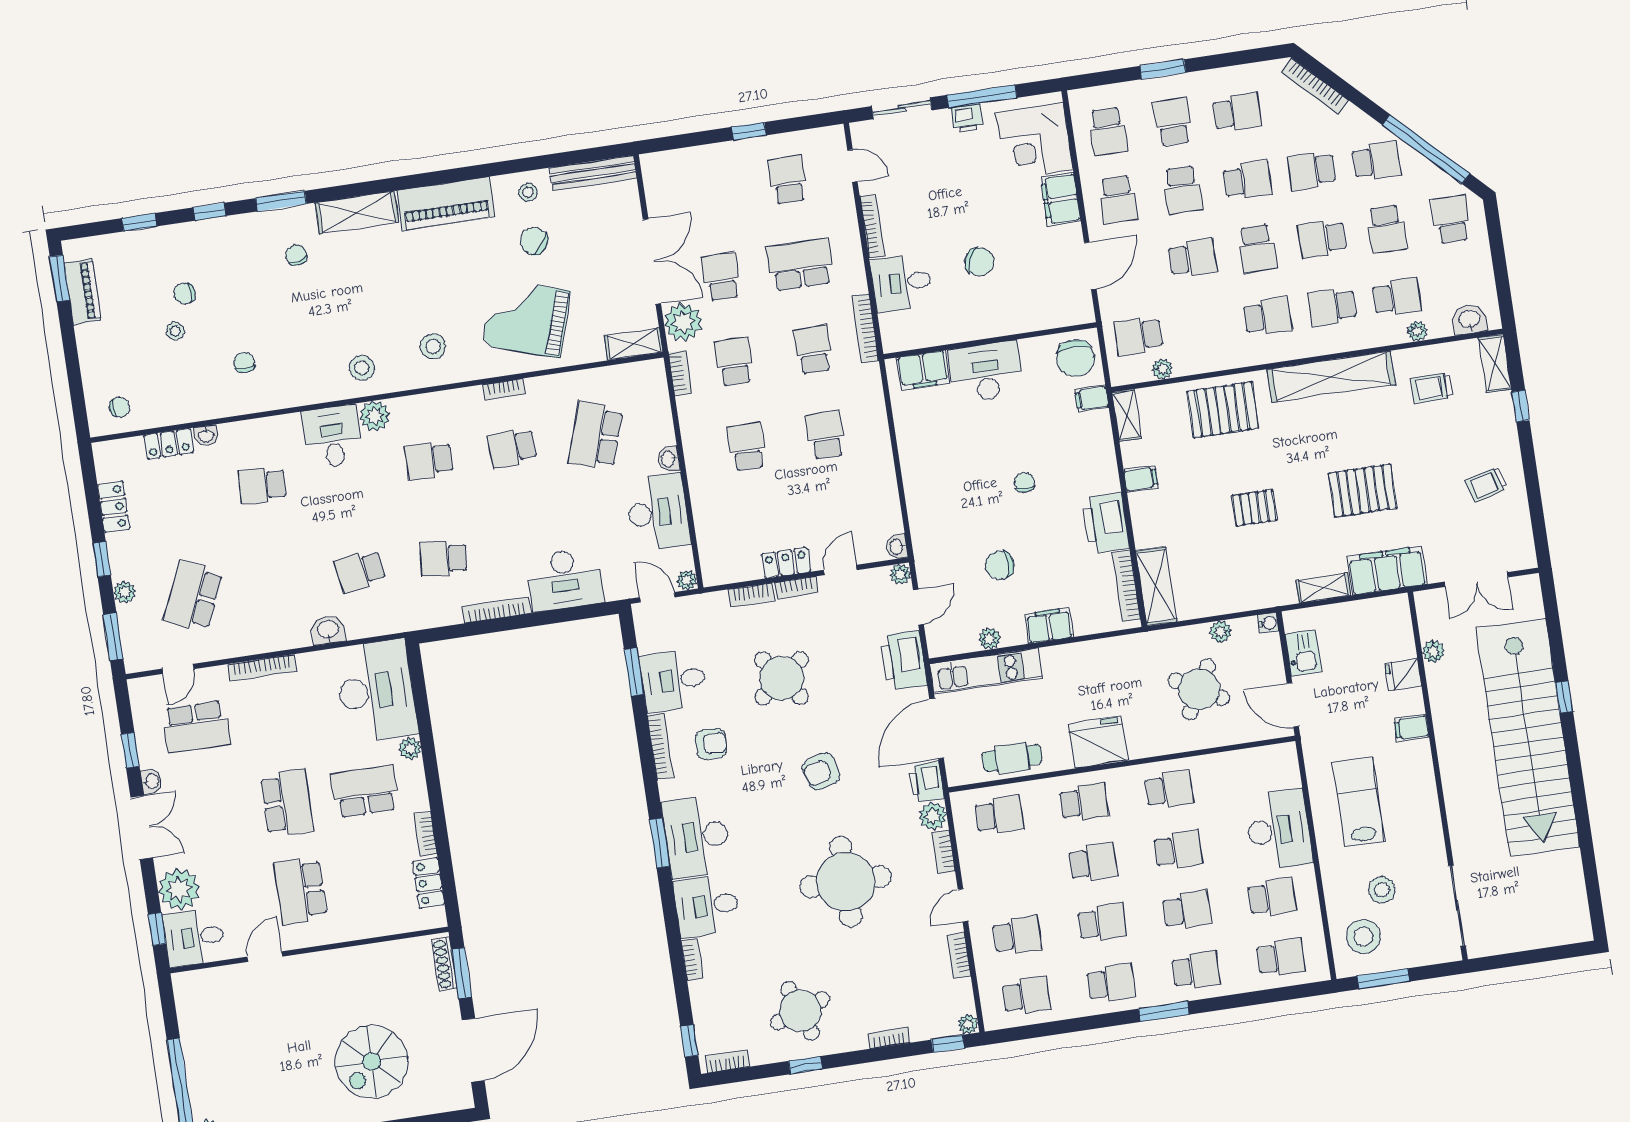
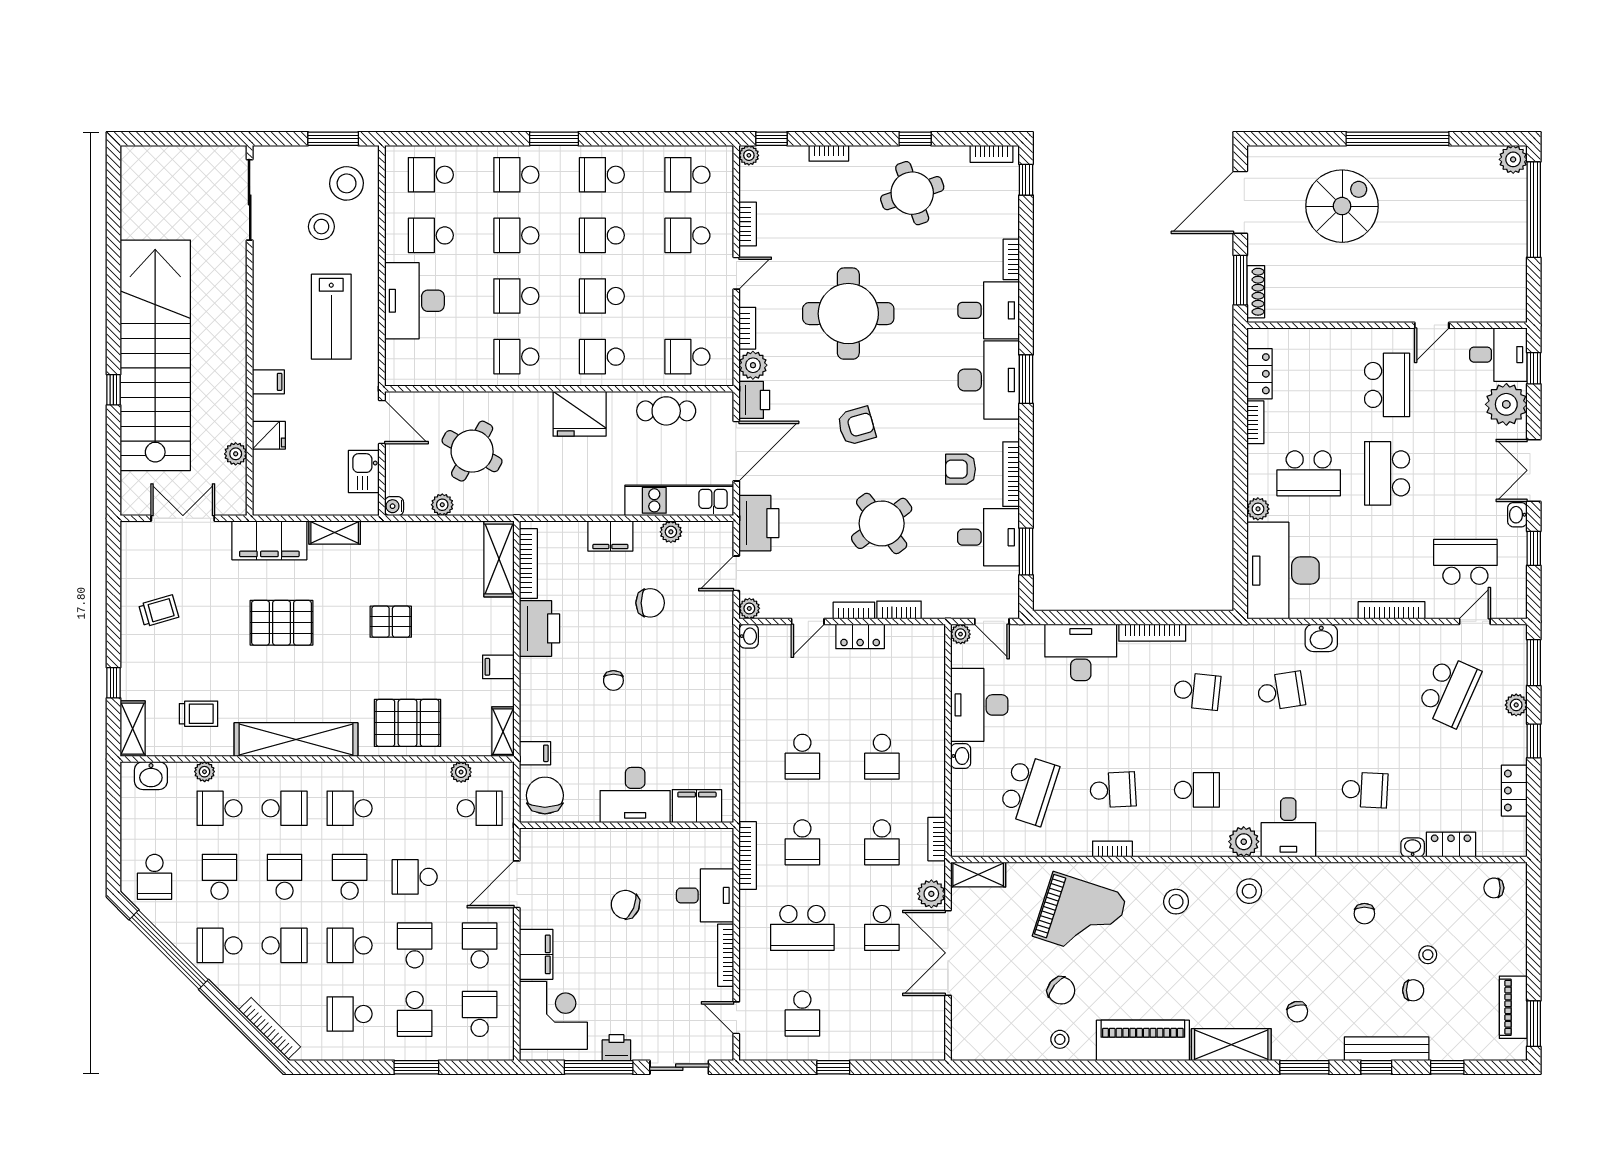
bench: (593, 173) -> (1387, 1049), moved
school desk: (1322, 239) -> (285, 877), turned -90
plant: (683, 322) -> (931, 894), width x0.73, depth x0.73

